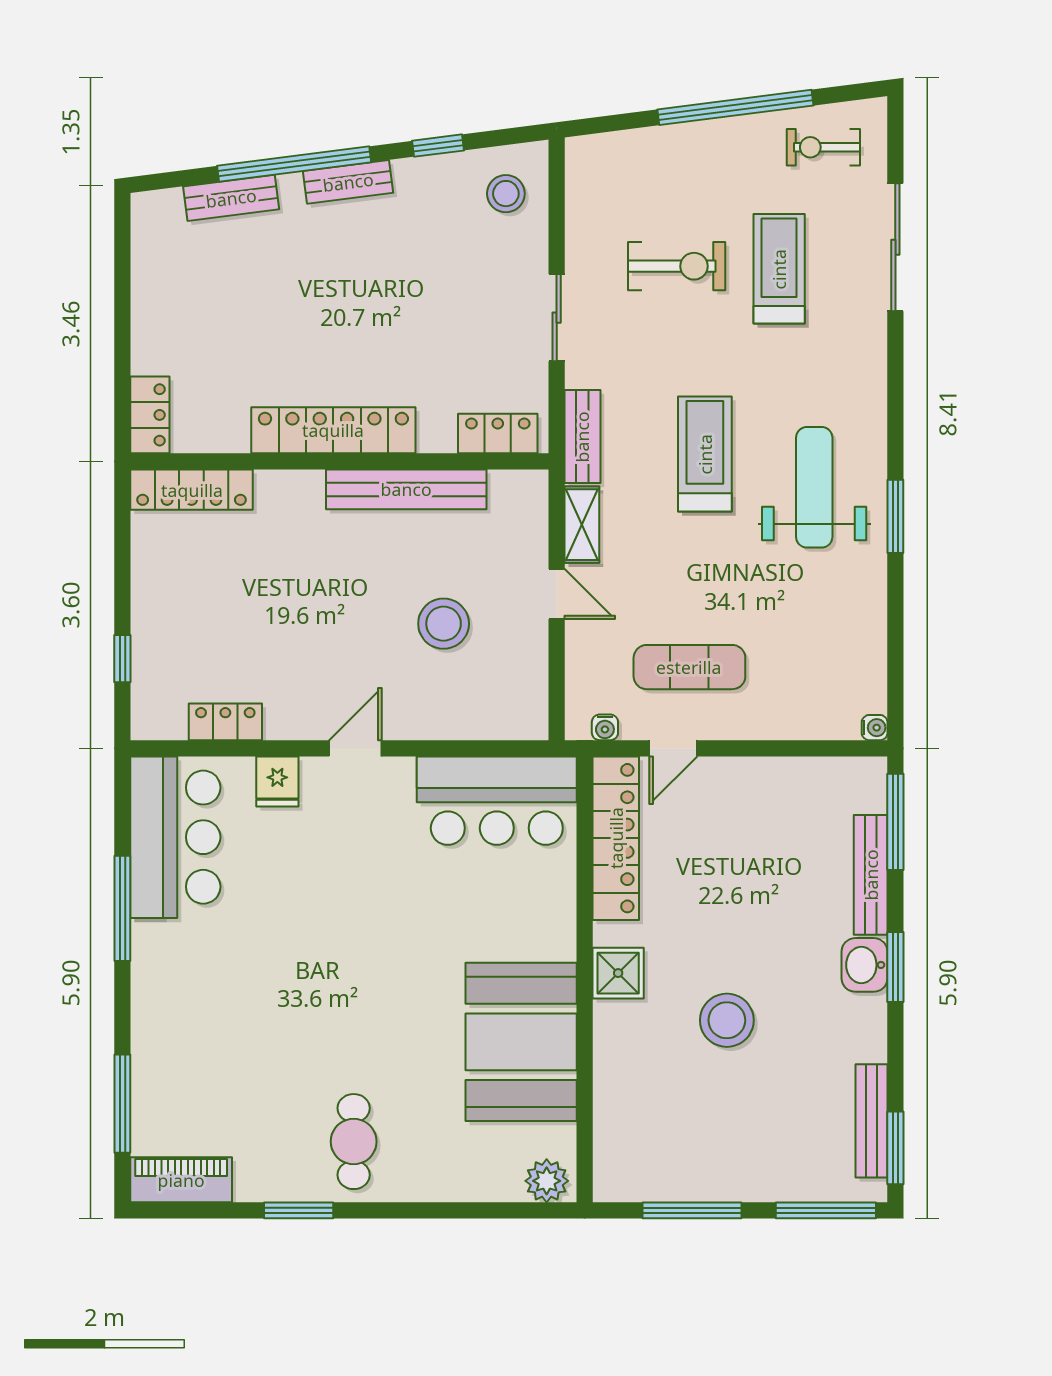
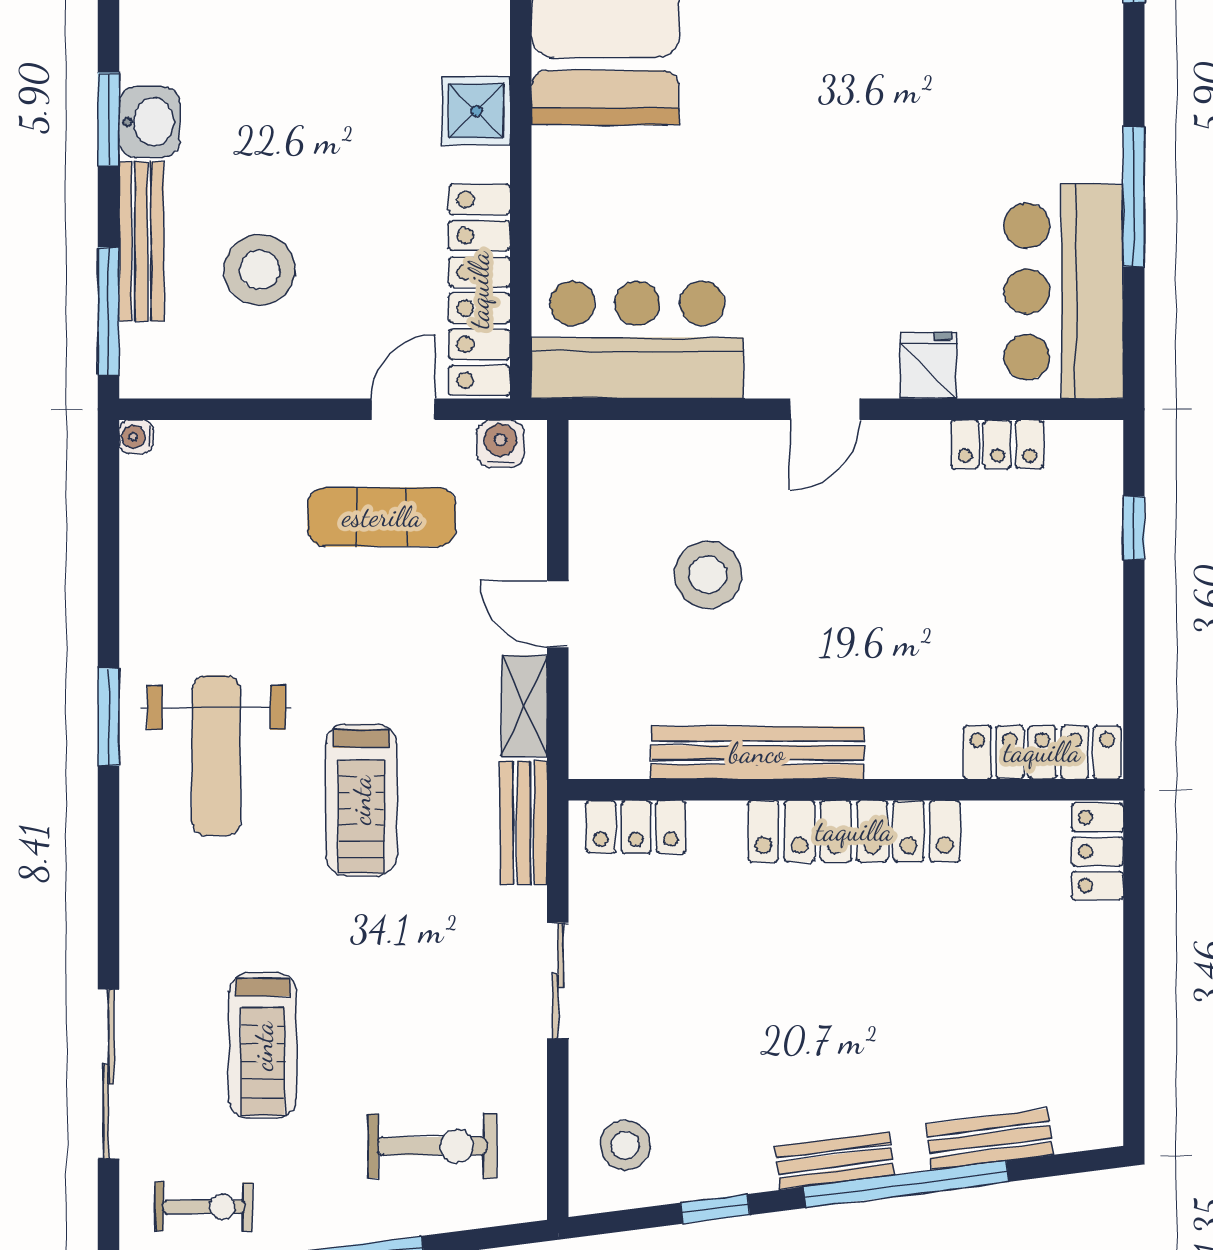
exercise bike: (677, 266) -> (432, 1146), moved, turned 180
water cooler: (605, 727) -> (500, 444), width x1.38, depth x1.38
stool: (727, 1020) -> (260, 270), moved

